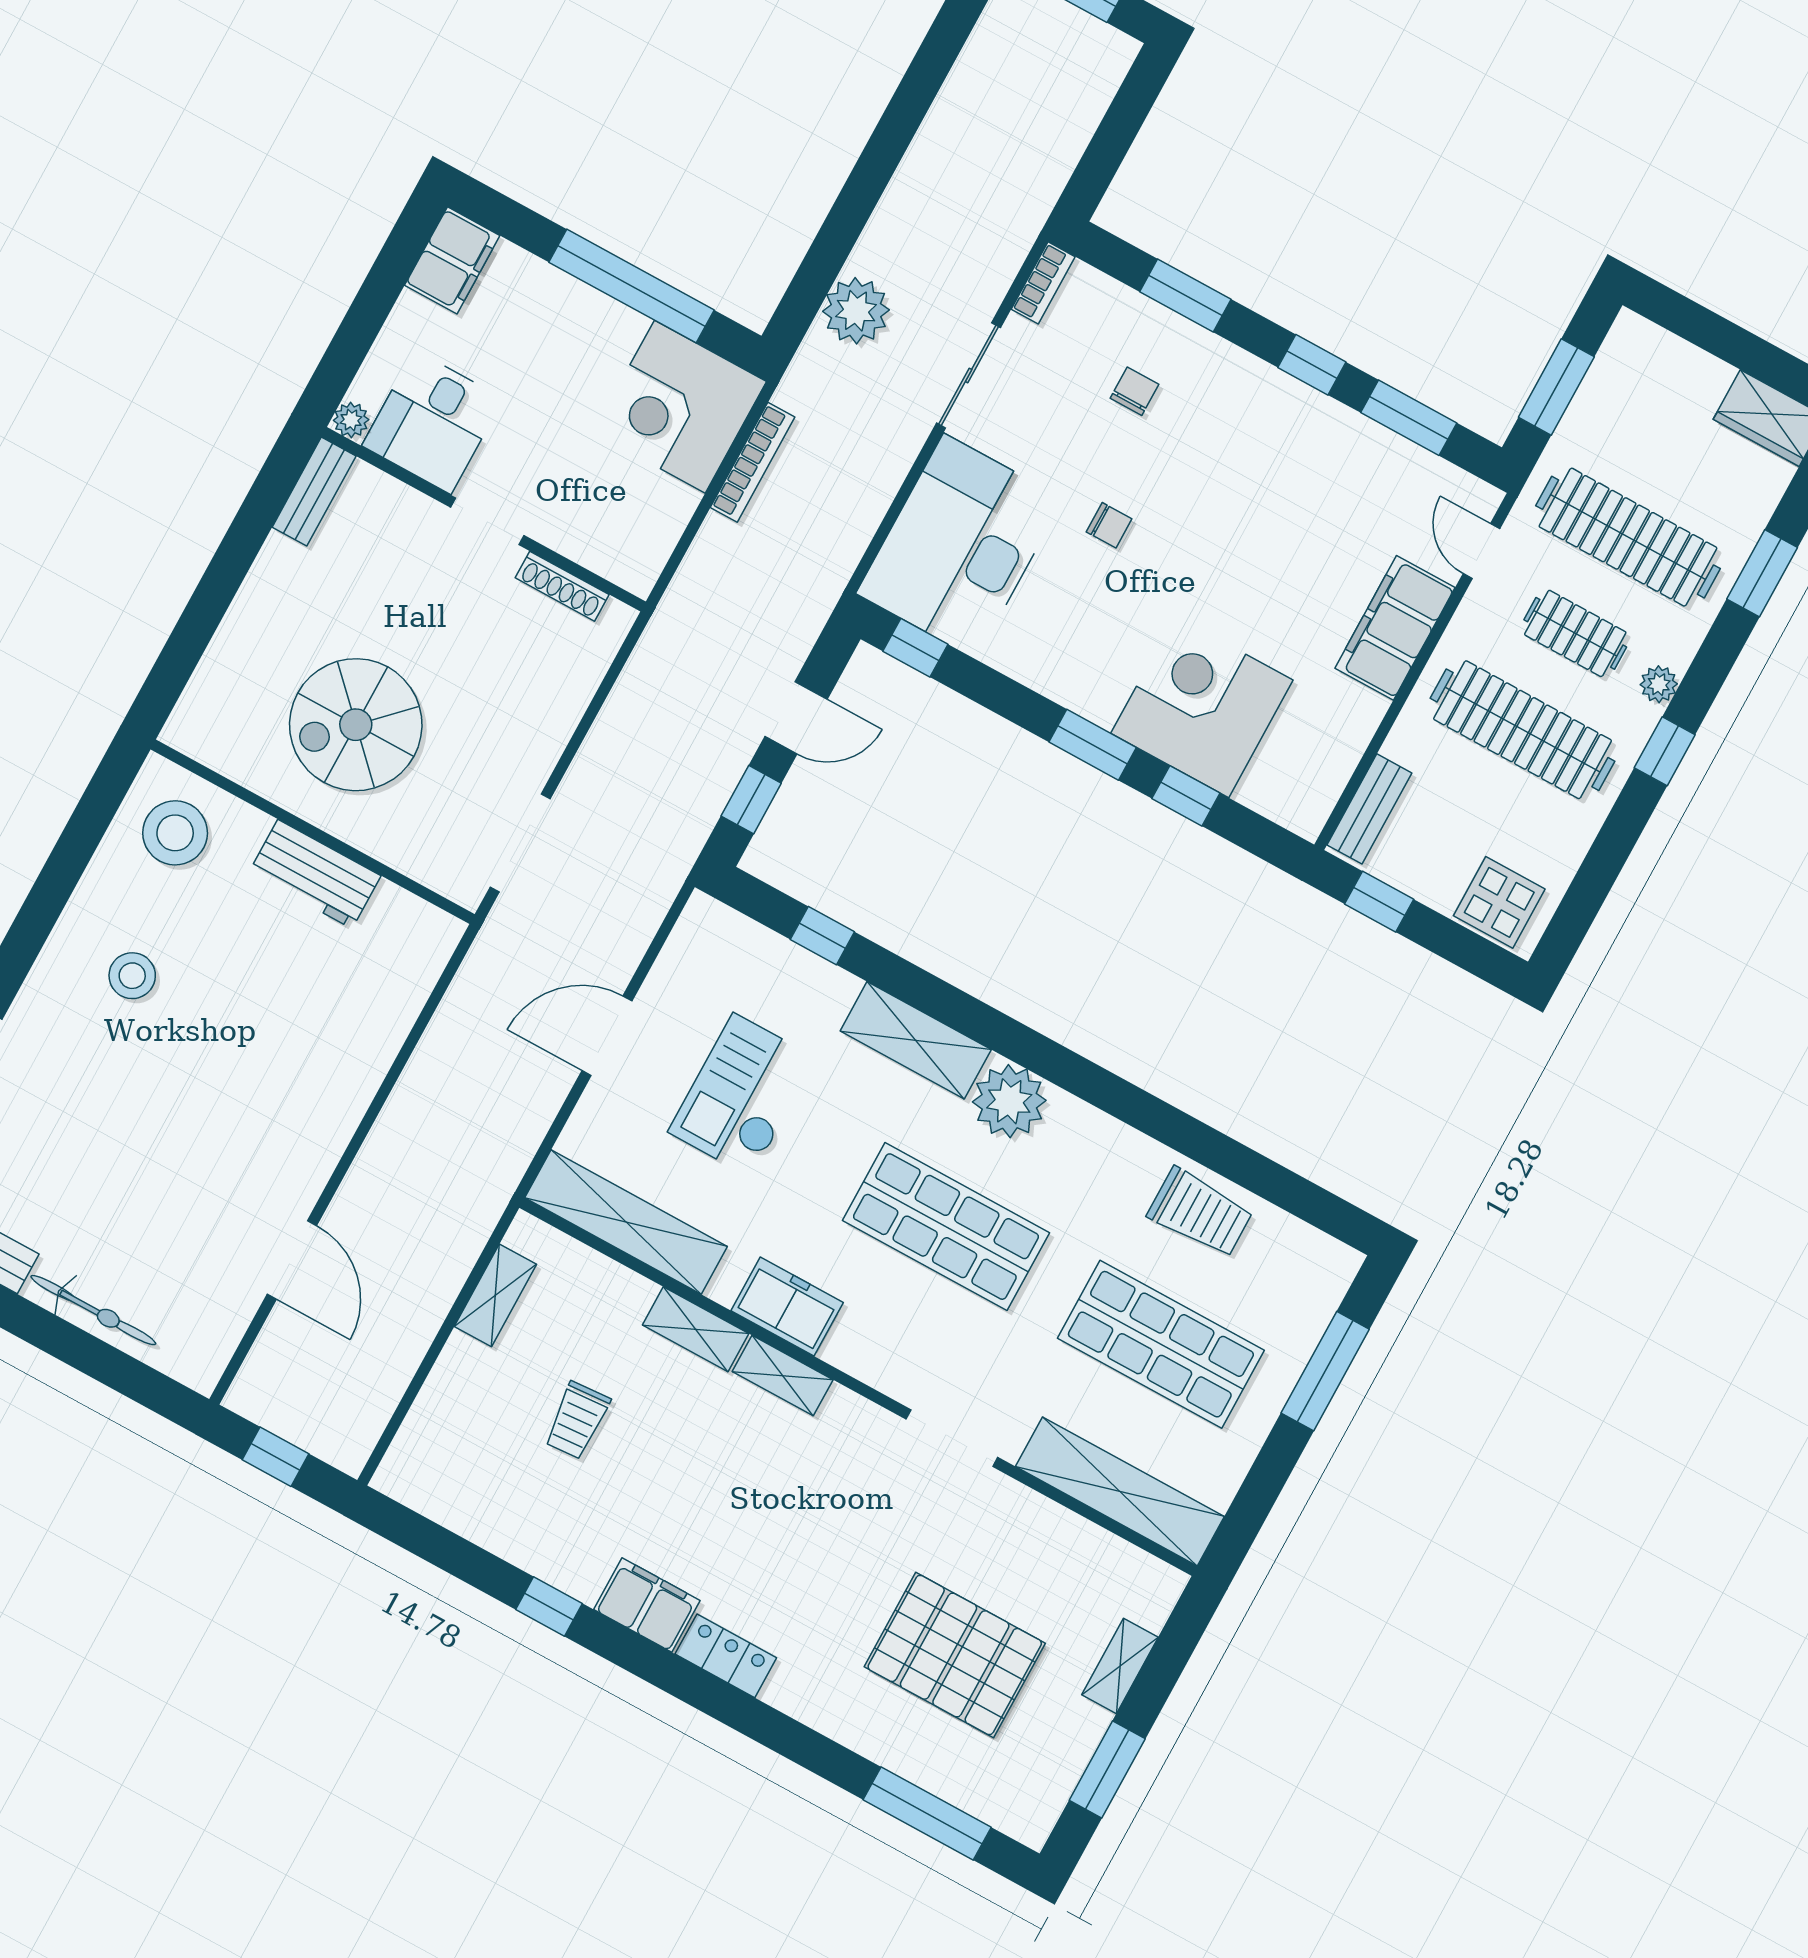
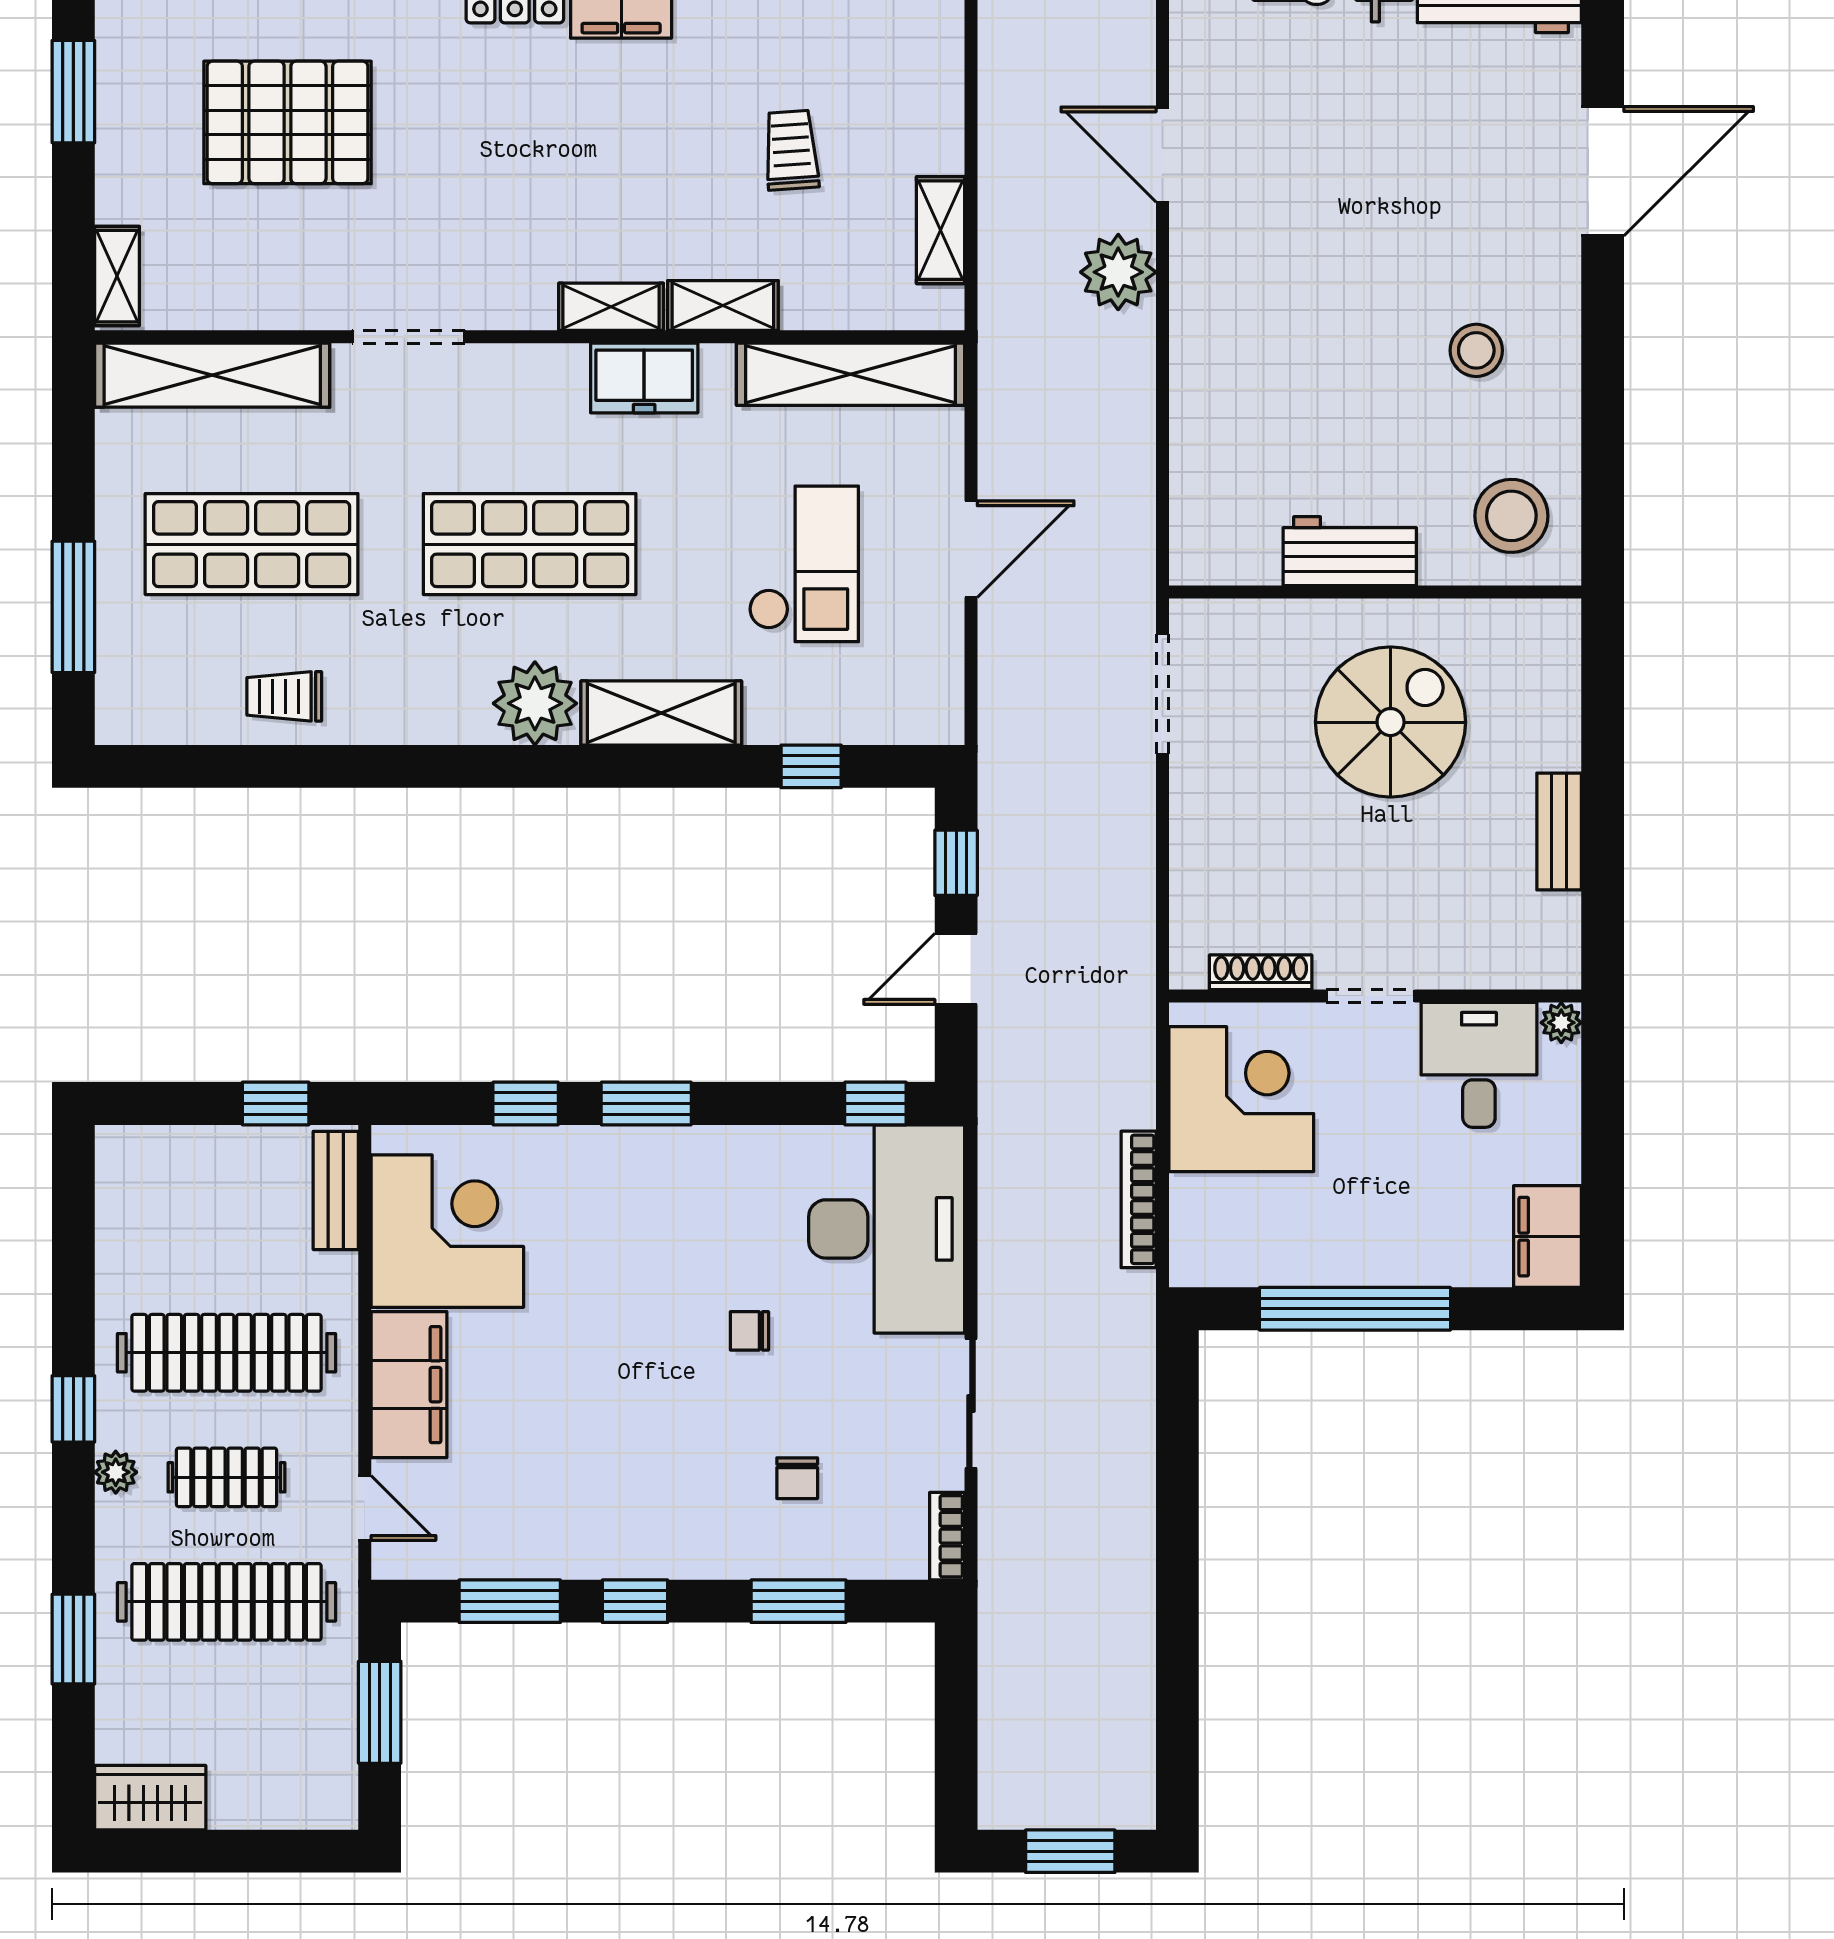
plant: (856, 311) -> (1118, 272), moved
corner desk: (680, 407) -> (1241, 1099), moved
bench: (314, 492) -> (1559, 832), moved
corner desk: (1202, 707) -> (447, 1231), moved, turned -90
display table: (1499, 902) -> (156, 1168), removed
trolley: (1200, 1213) -> (284, 696), width x0.73, depth x0.72
shelving: (1120, 1666) -> (117, 276), moved

